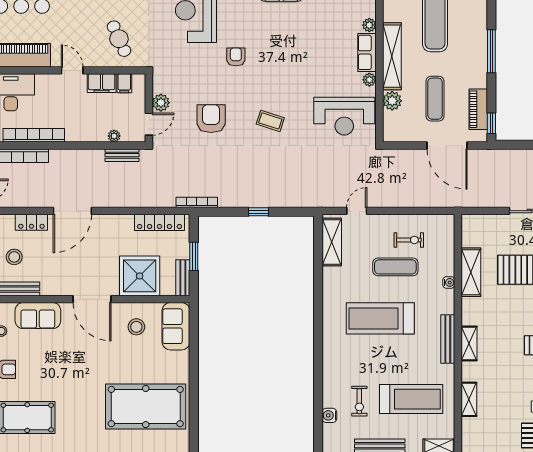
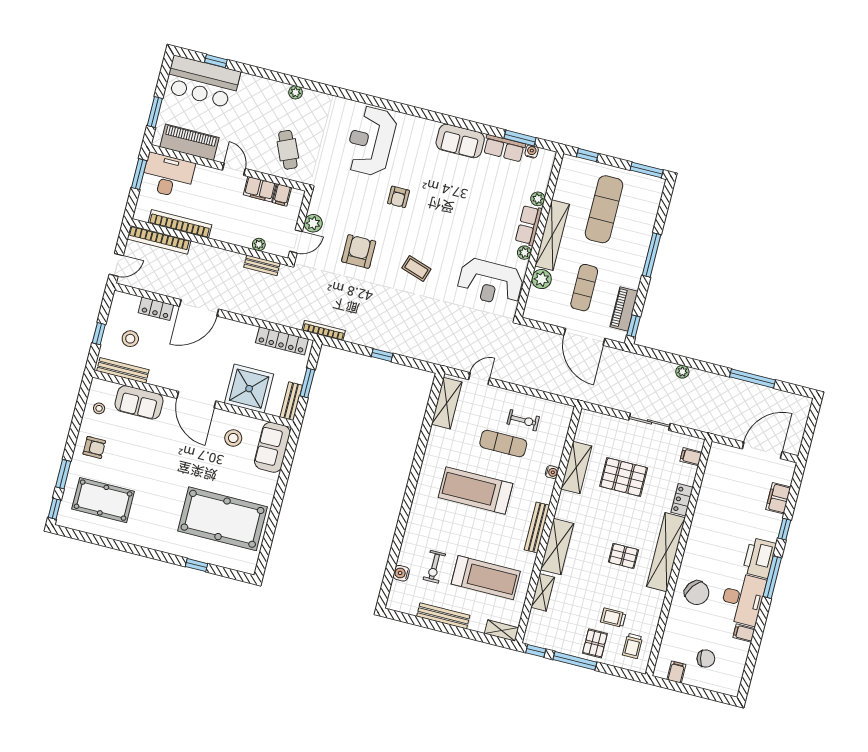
armchair: (236, 57) -> (398, 197), turned 180
shelving: (469, 344) -> (557, 547), width x1.50, depth x1.33

